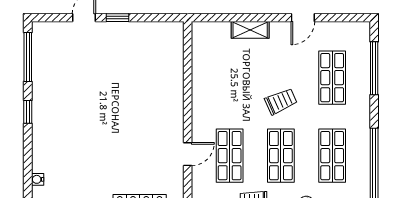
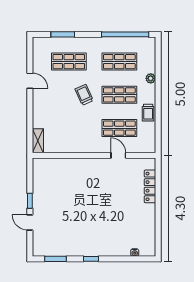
shelving: (250, 30) -> (38, 141), moved
window: (28, 57) -> (55, 259), width x0.69
window: (374, 68) -> (63, 34), width x0.69

